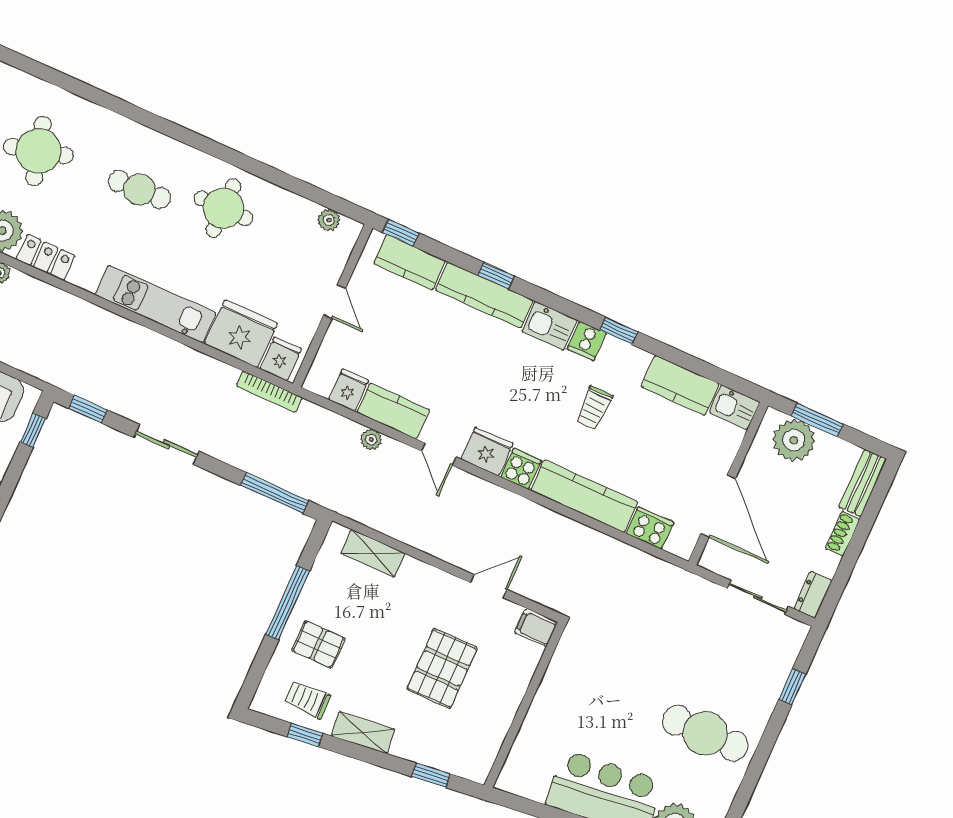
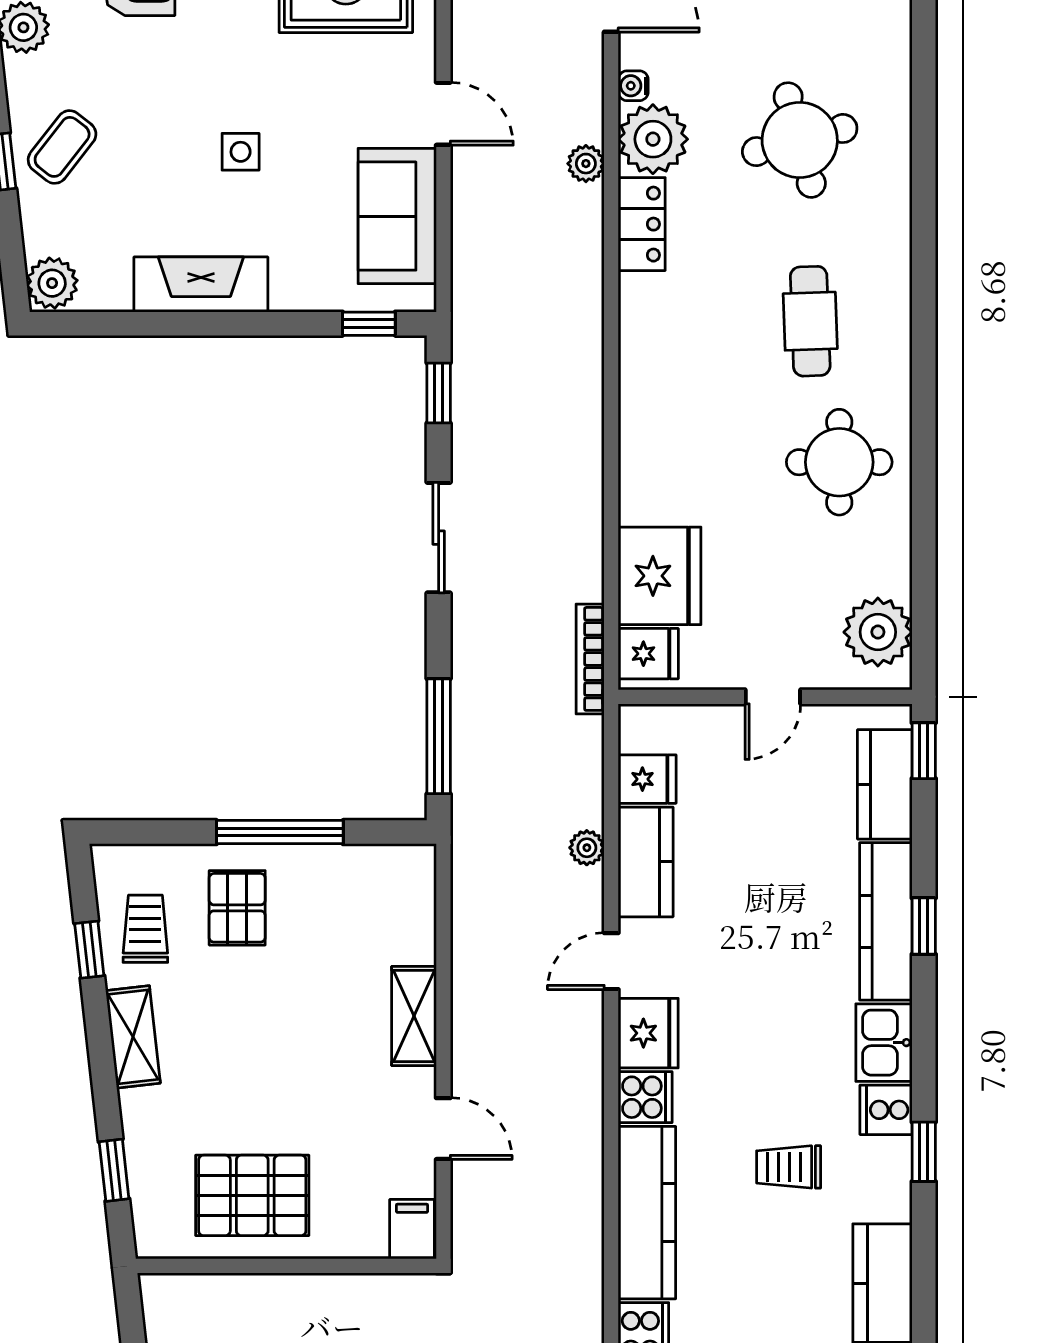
plant: (329, 220) -> (878, 632), width x1.87, depth x1.87
kitchen unit: (155, 304) -> (646, 424), removed
shelving: (373, 553) -> (414, 1016), moved
pallet: (442, 668) -> (252, 1195), moved

